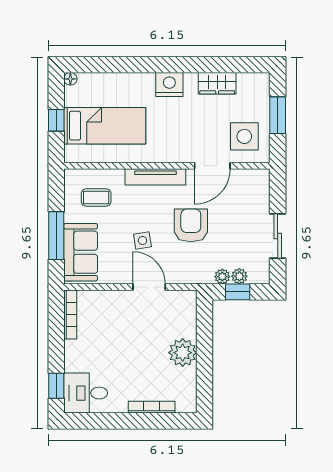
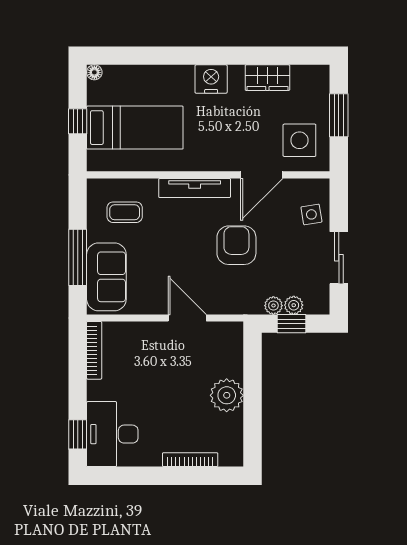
side table: (142, 240) -> (311, 214), moved
desk: (86, 393) -> (112, 434), width x1.37

